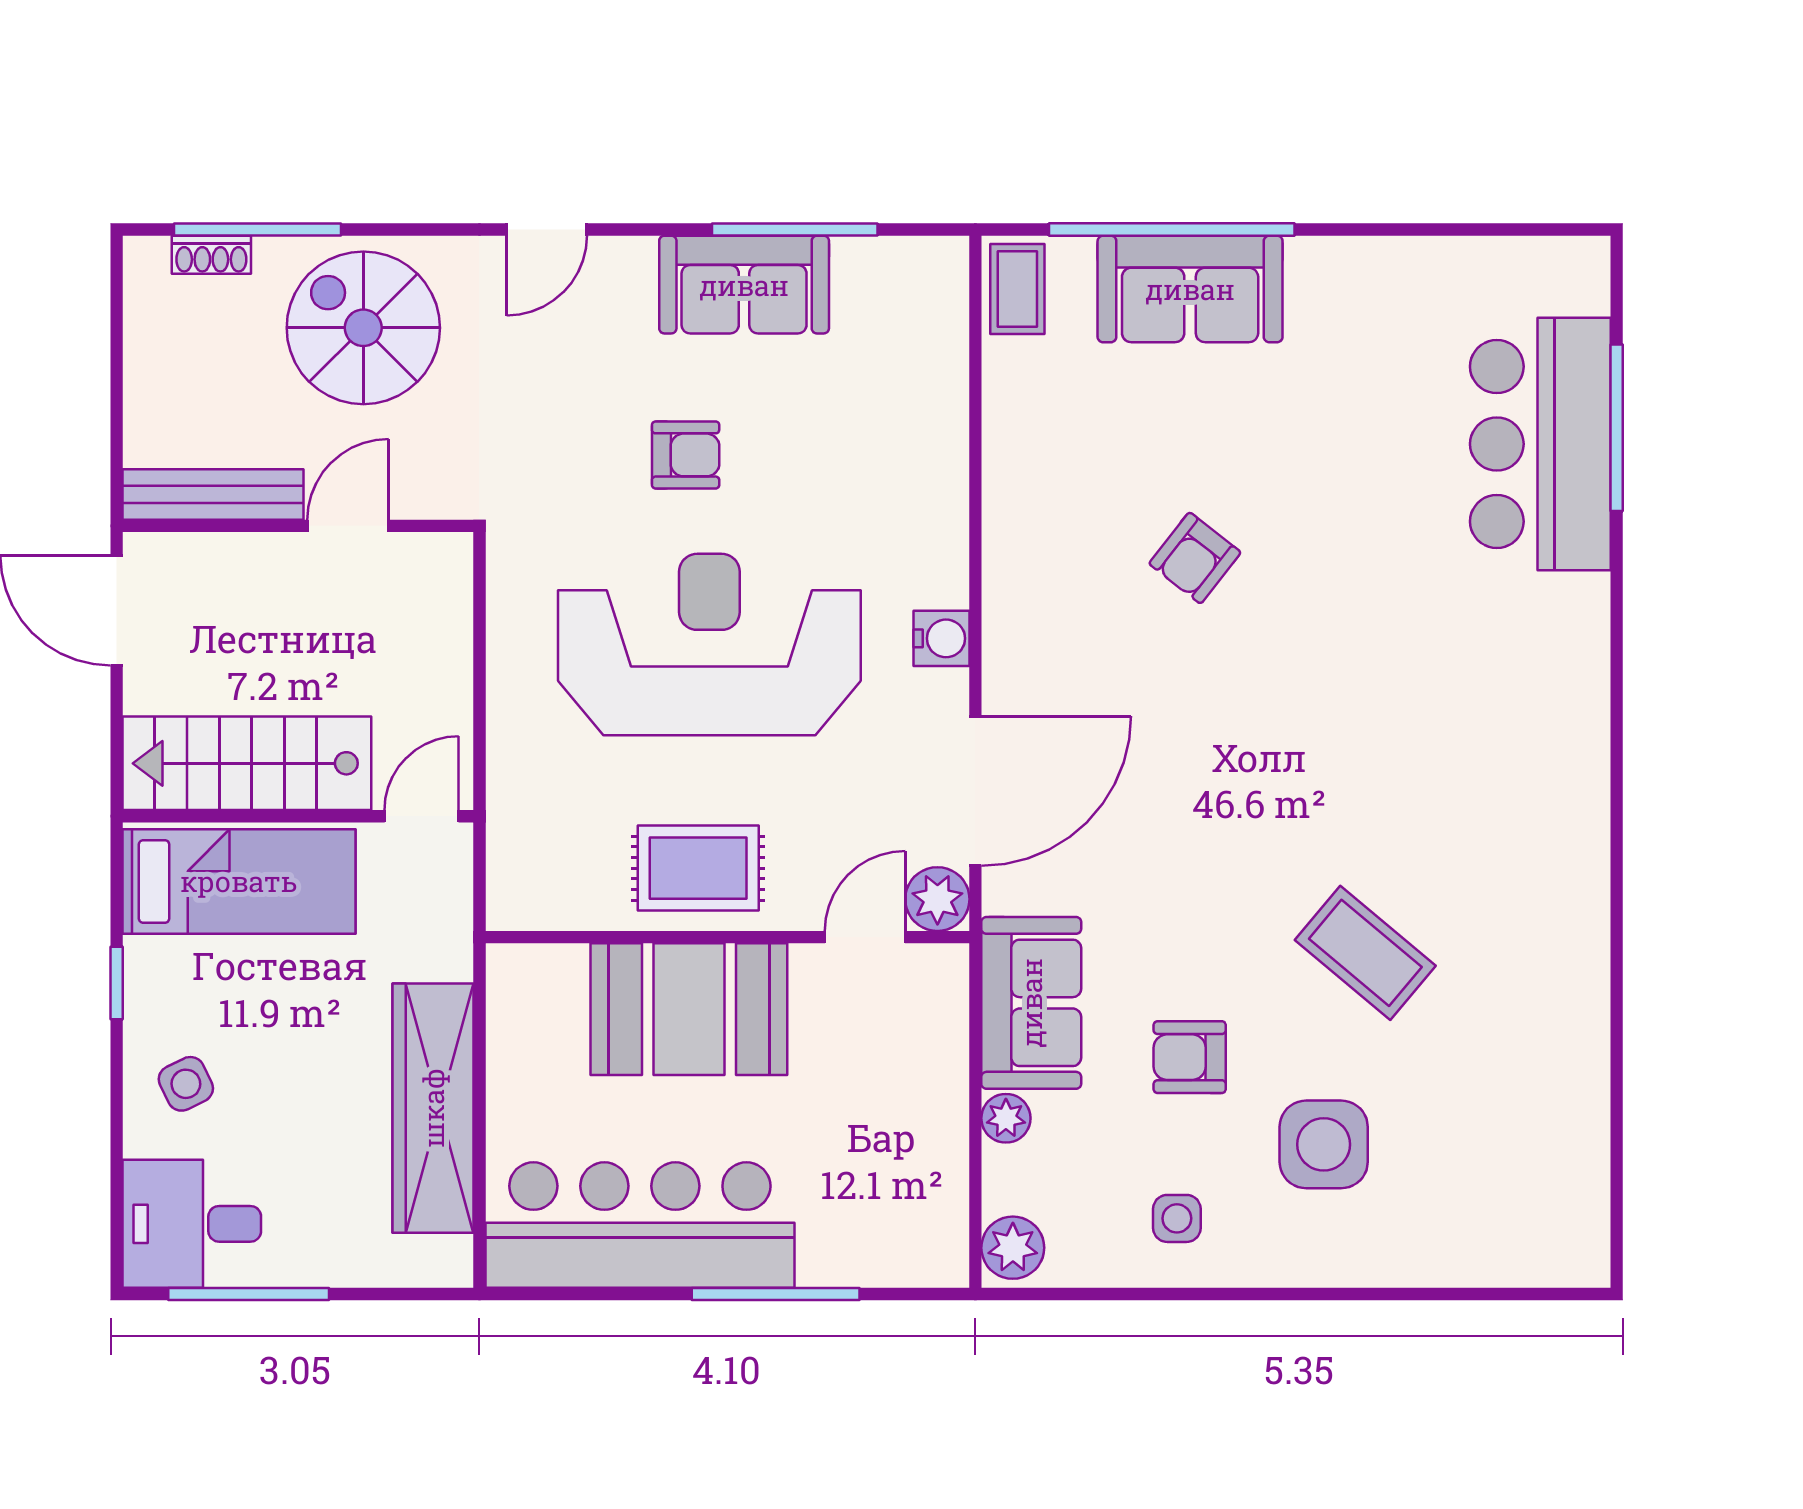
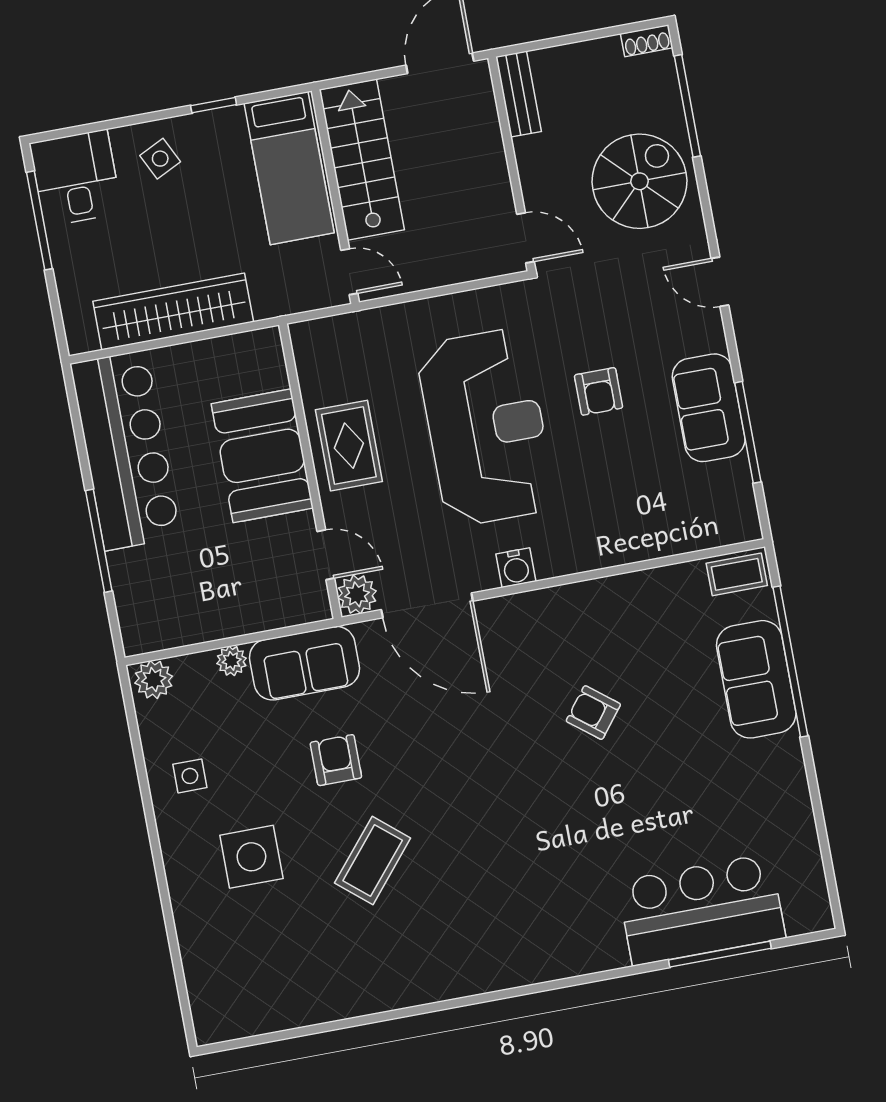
shoe rack: (211, 255) -> (647, 41), moved, turned -90
bench: (213, 495) -> (519, 94), width x0.73
door: (348, 526) -> (525, 238), moved
armchair: (1190, 1057) -> (336, 760), moved

